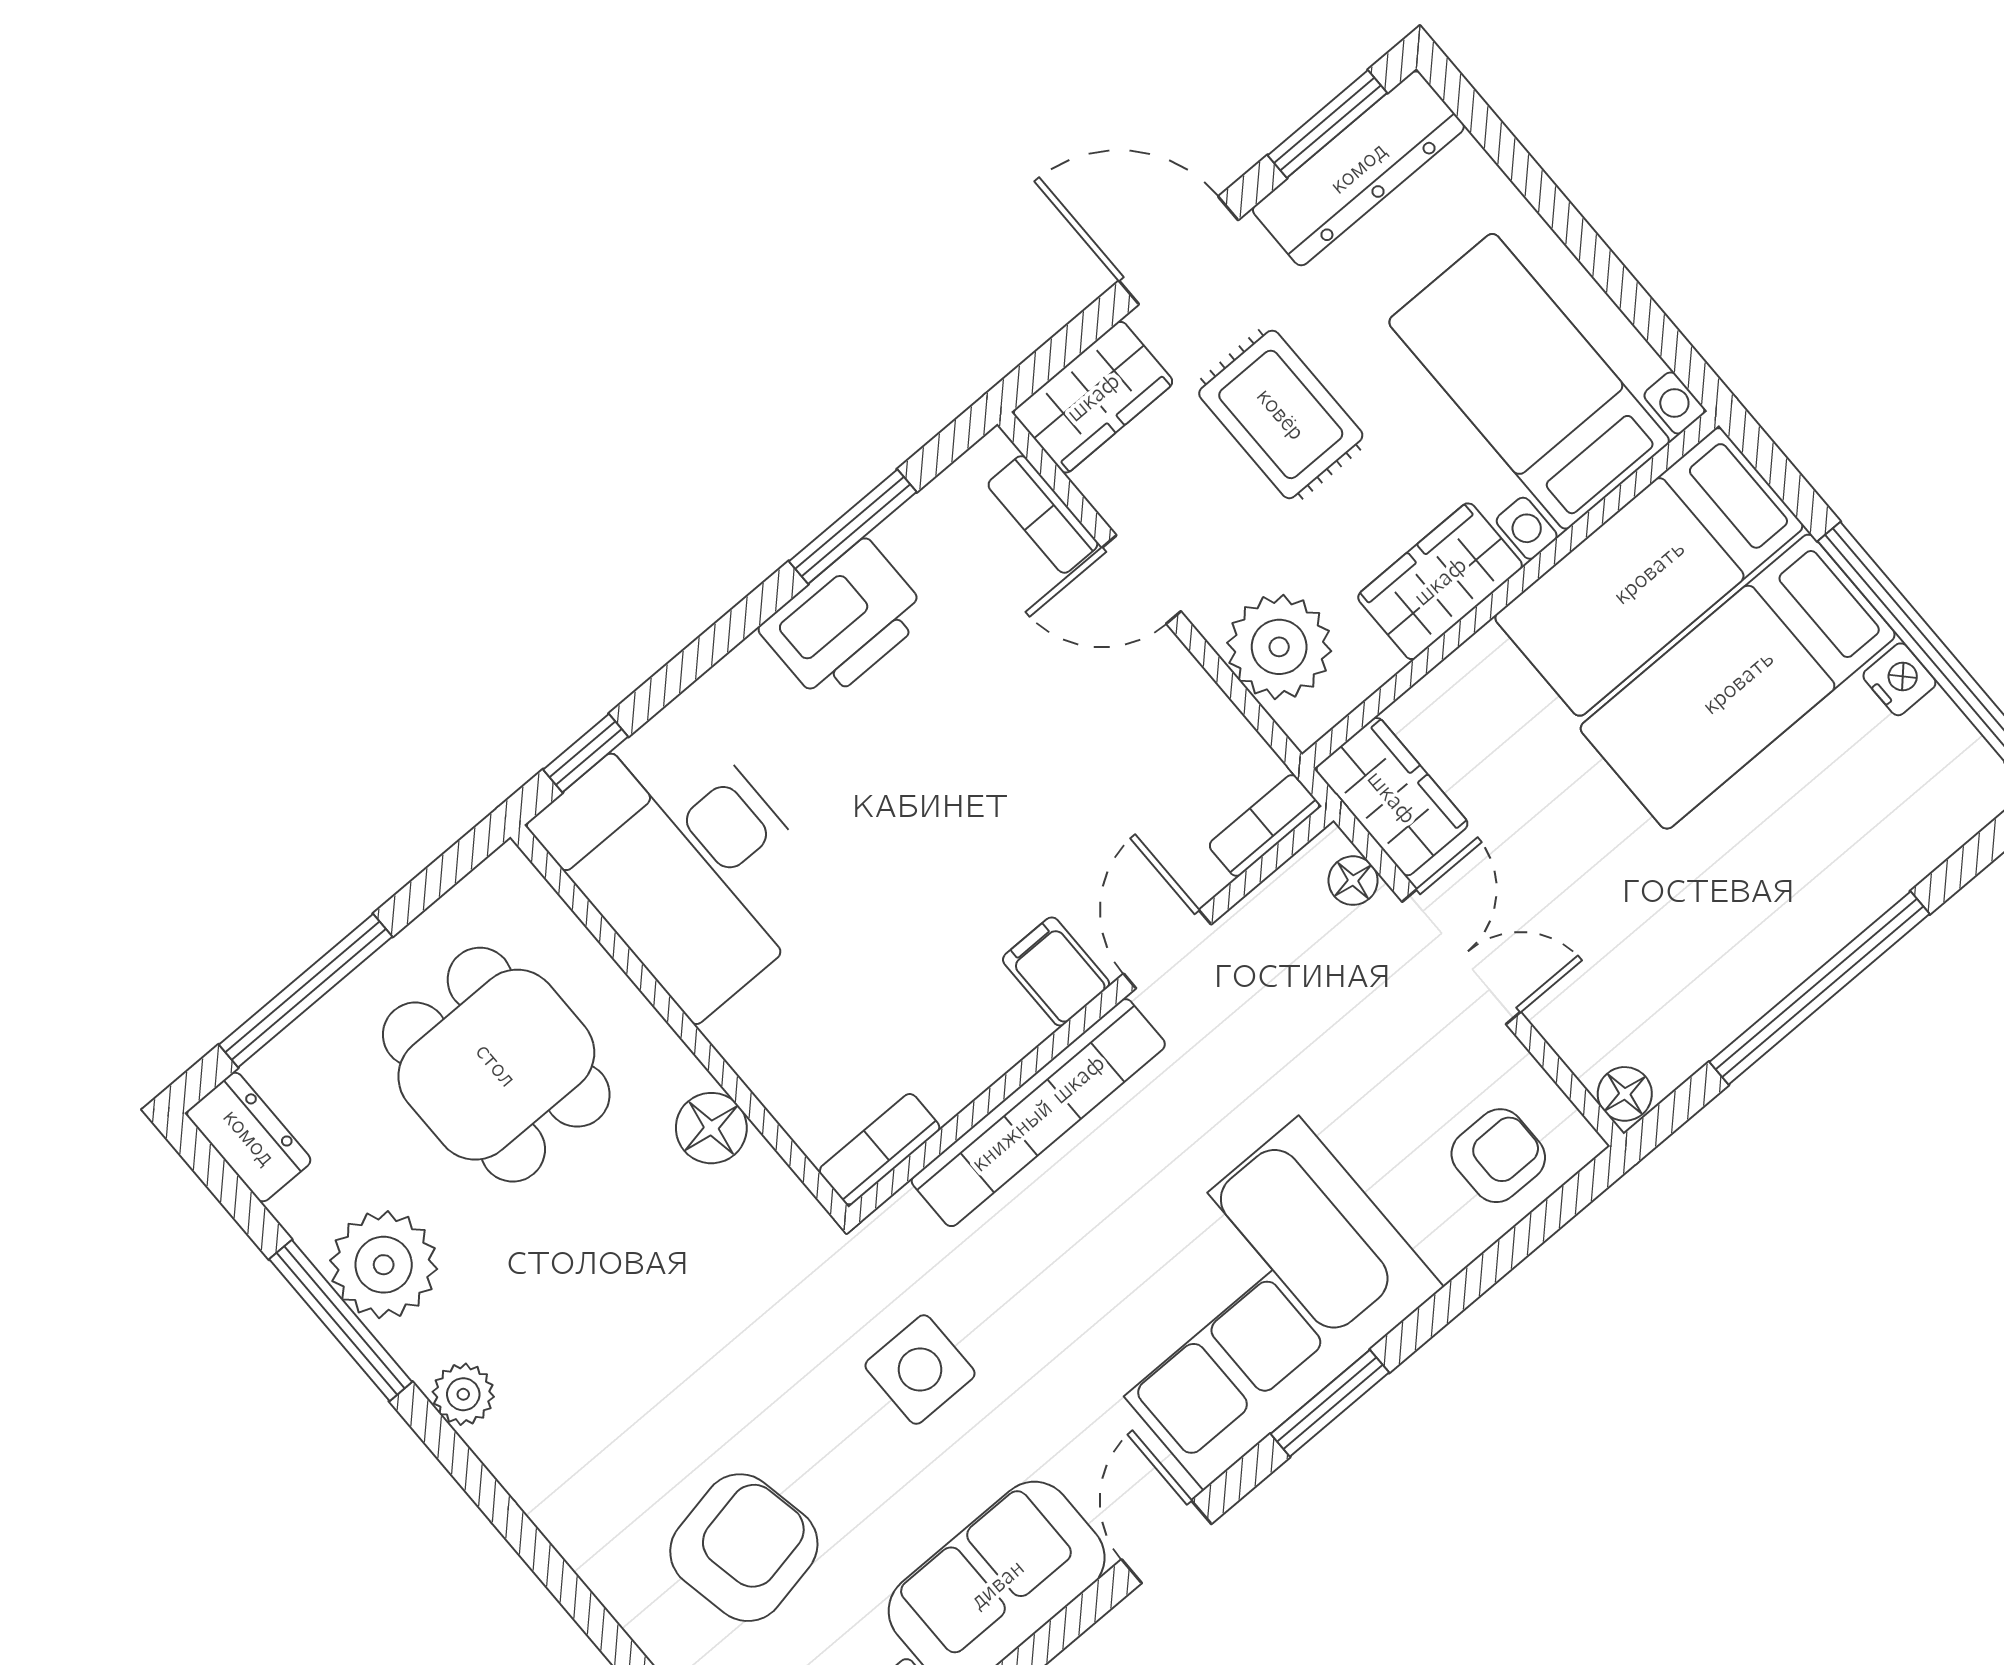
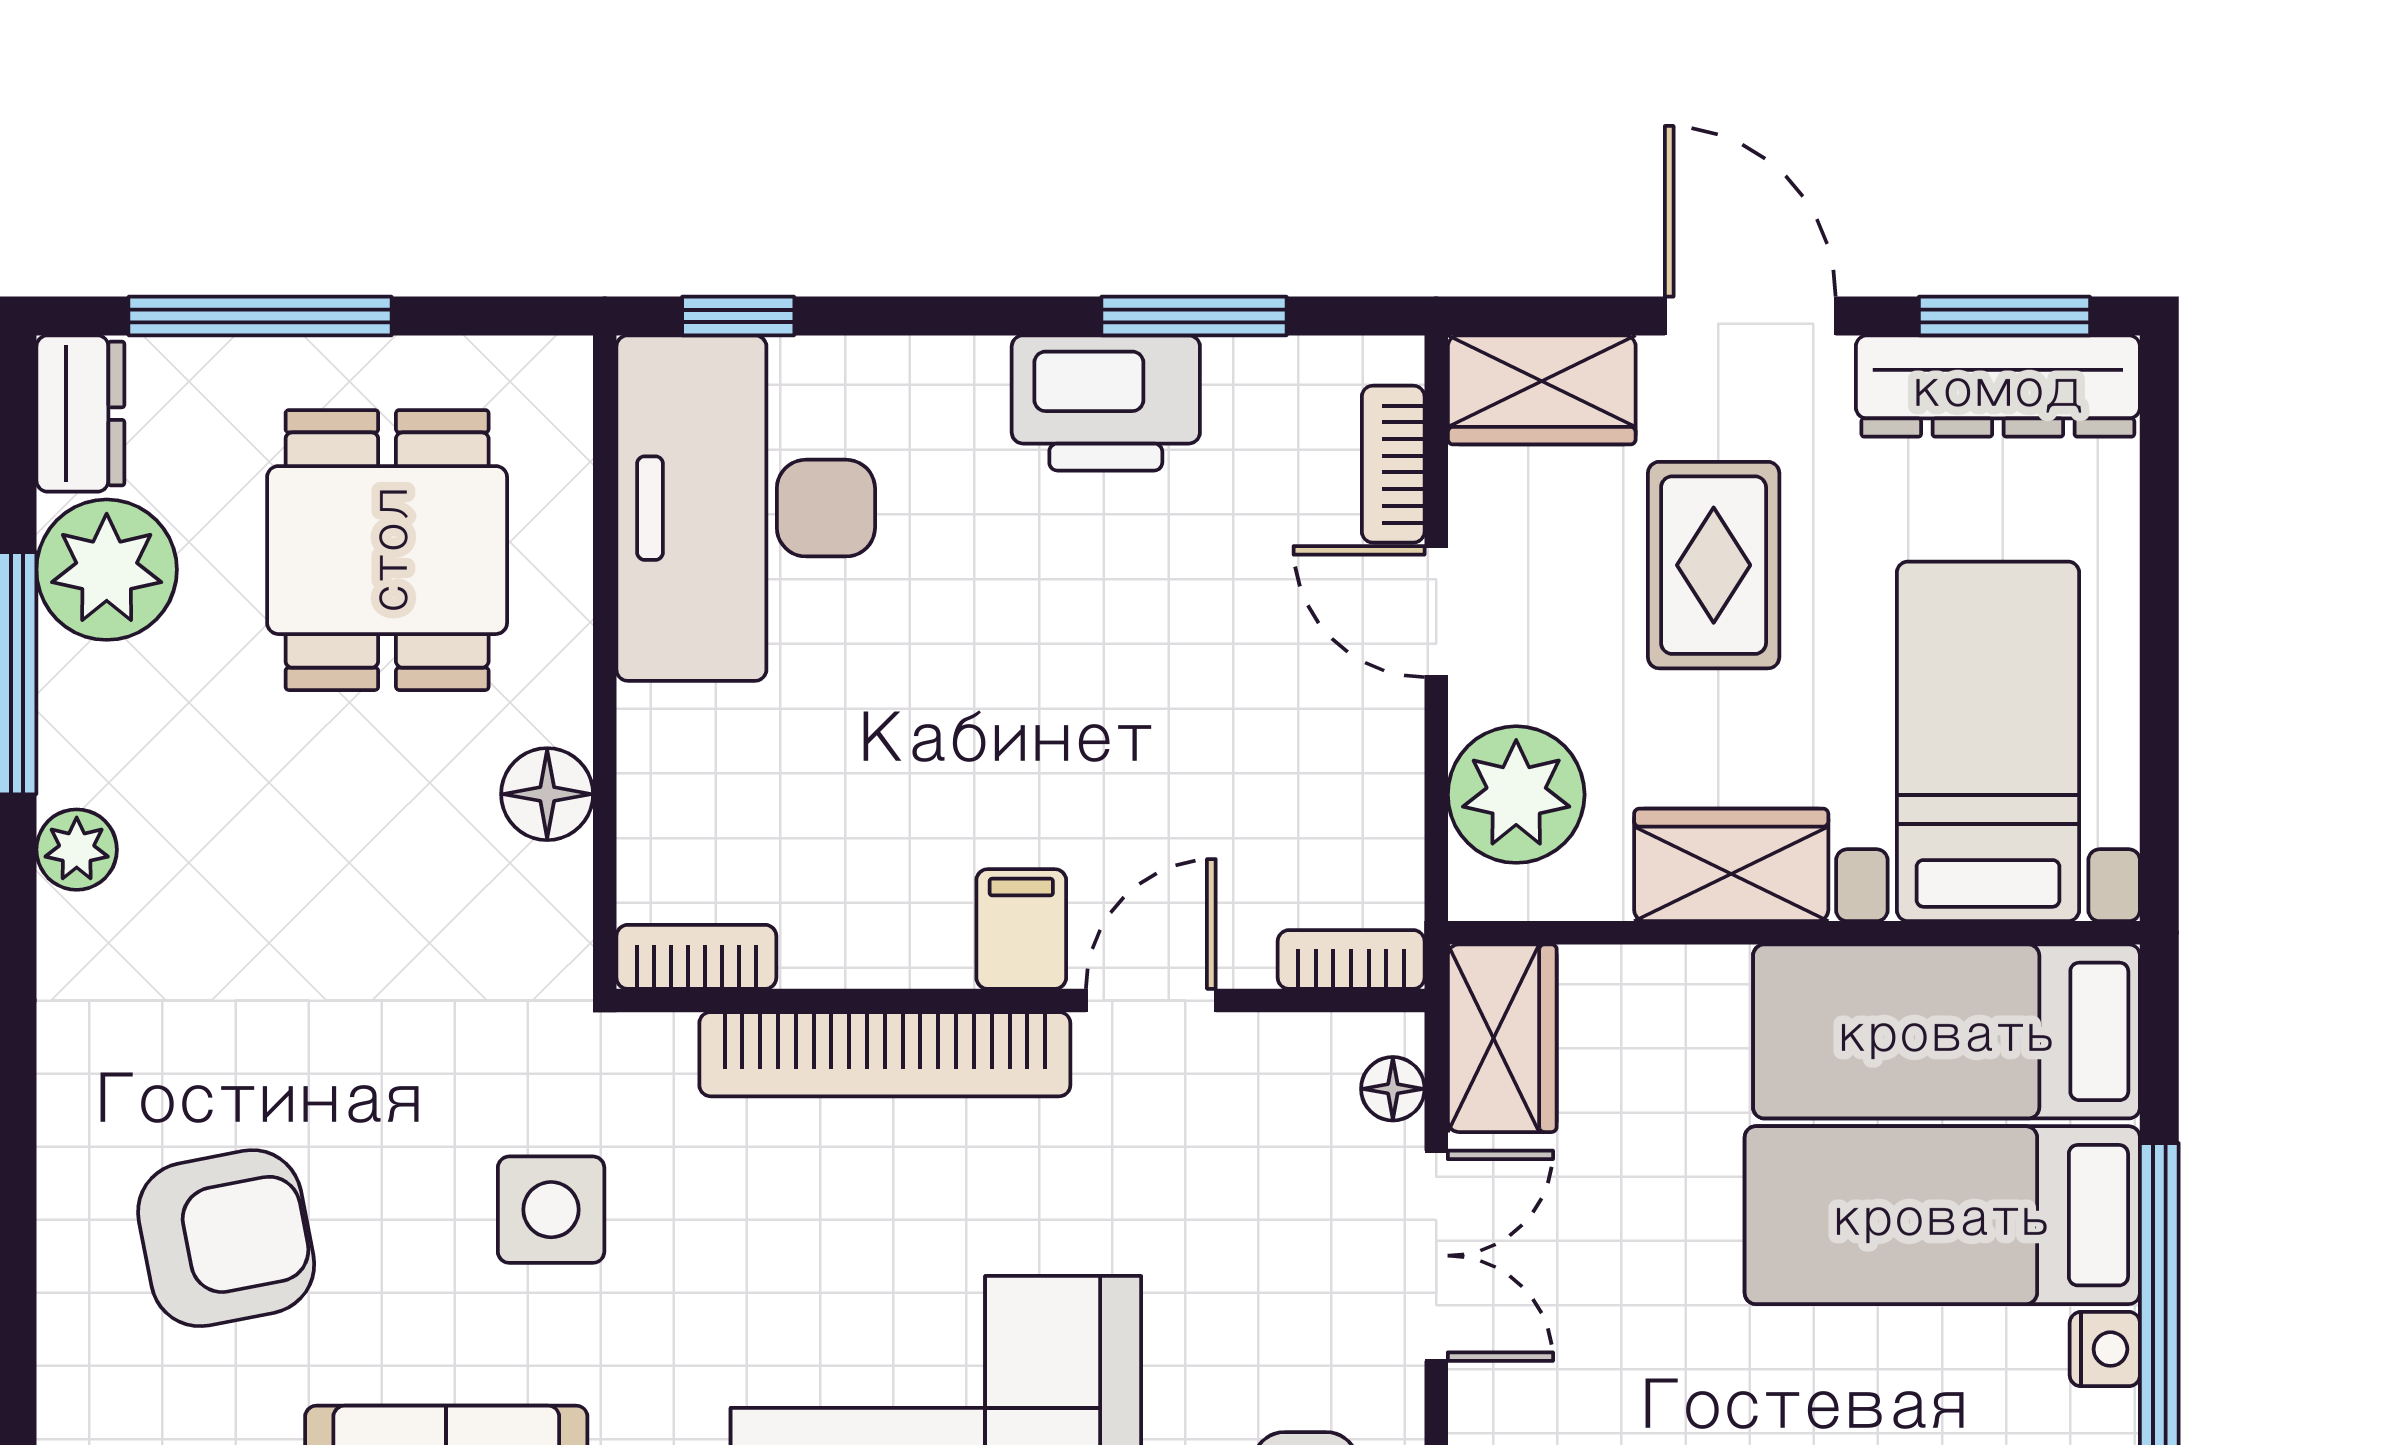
plant: (384, 1265) -> (107, 570), moved

